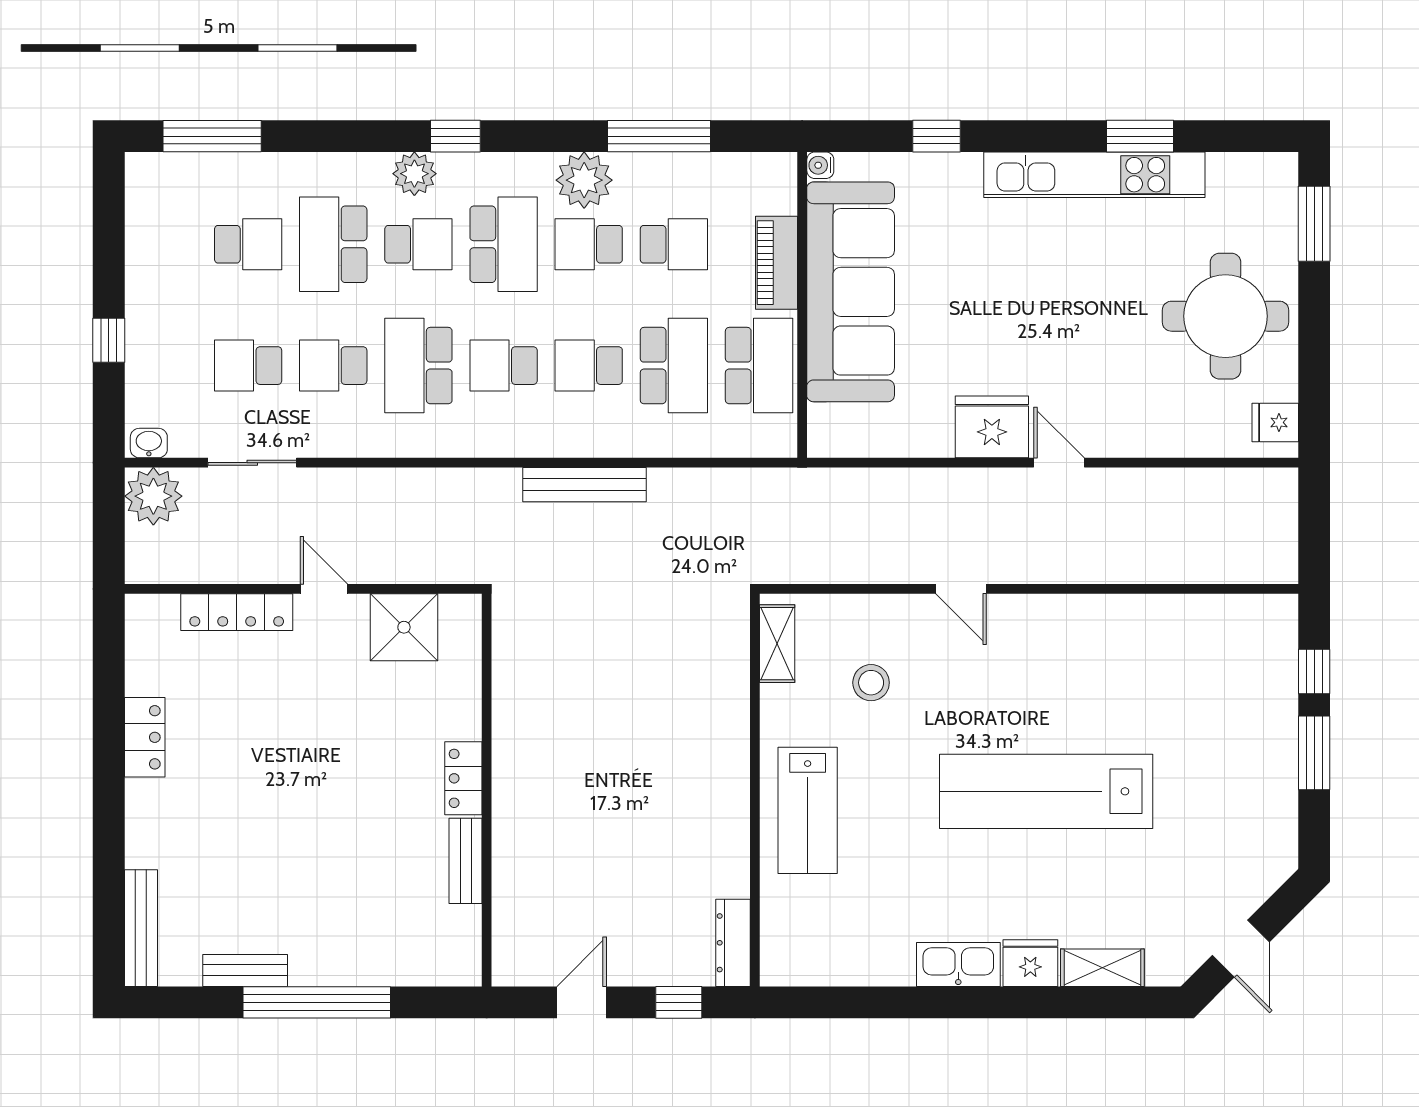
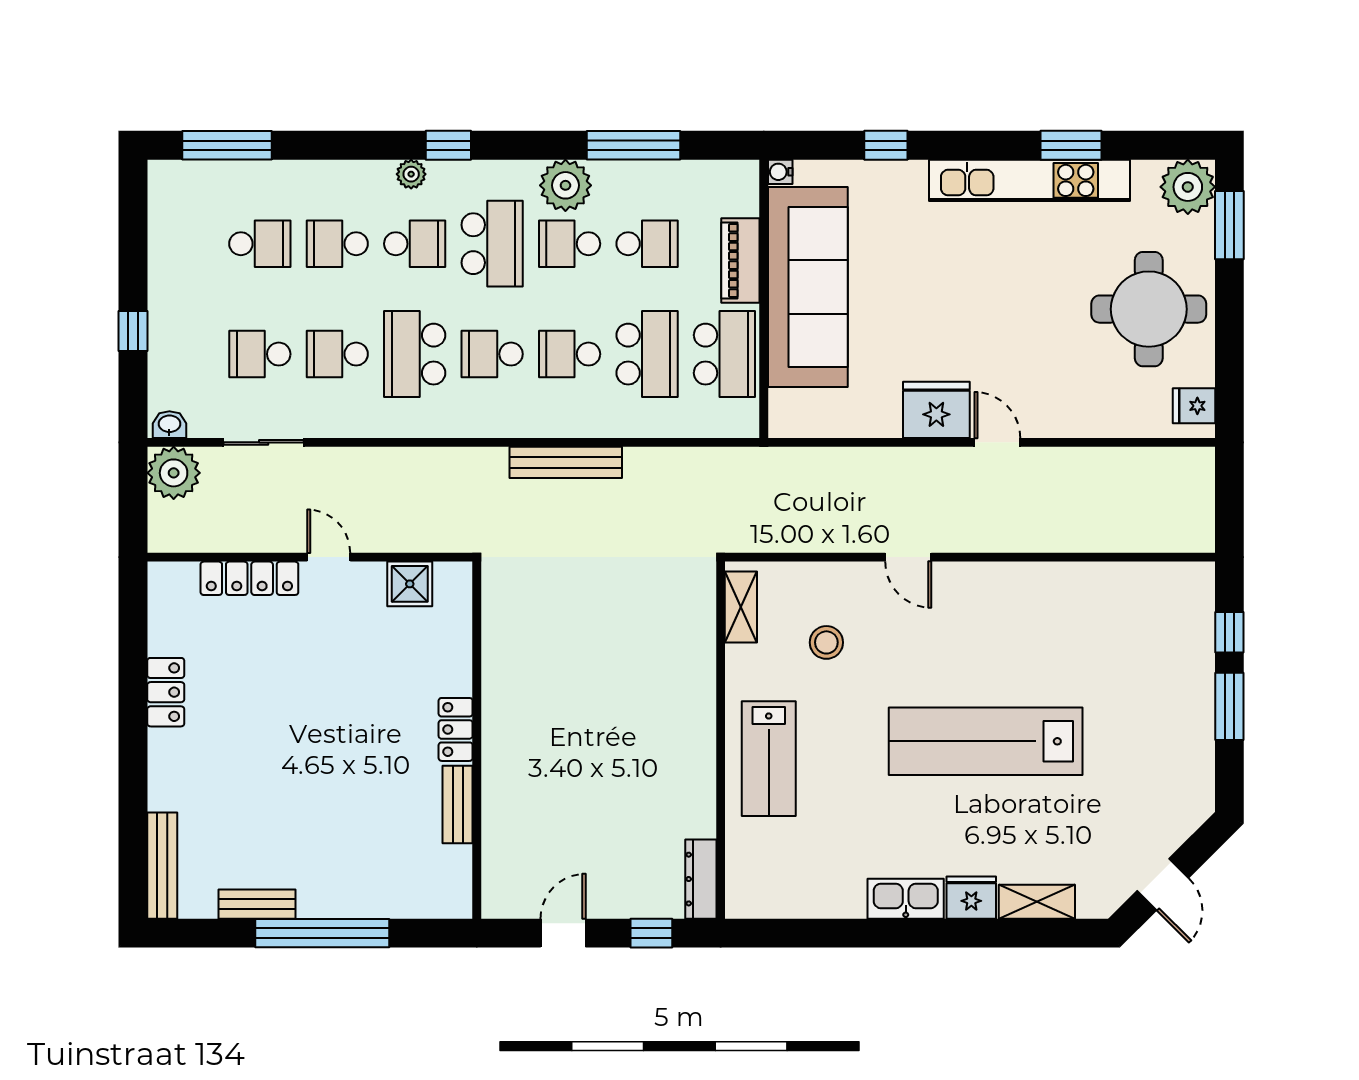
plant: (414, 174) -> (411, 174), width x0.73, depth x0.73
plant: (1268, 182) -> (1188, 187), added
school desk: (333, 244) -> (337, 244), width x0.54
shower: (404, 627) -> (410, 584), width x0.73, depth x0.73

